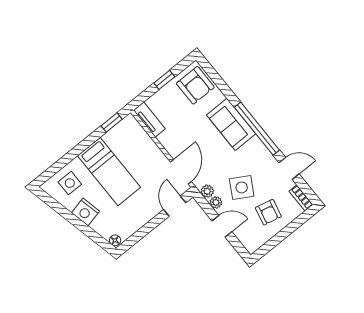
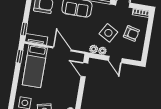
window: (164, 80) -> (24, 29), moved
bed: (109, 171) -> (35, 66), moved, turned 90
door: (181, 172) -> (62, 49), moved
door: (222, 226) -> (115, 60), swing flipped

